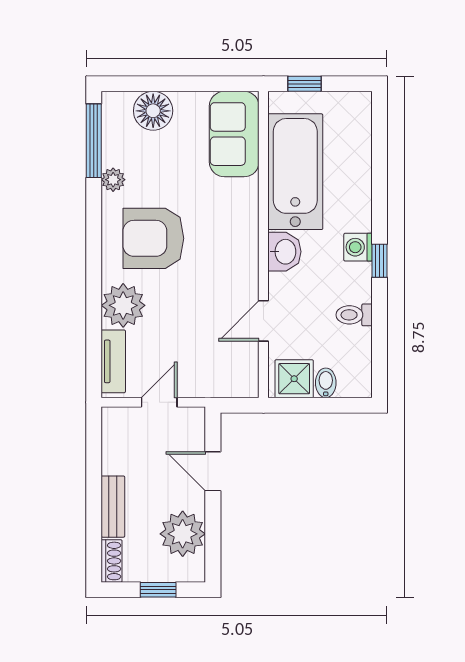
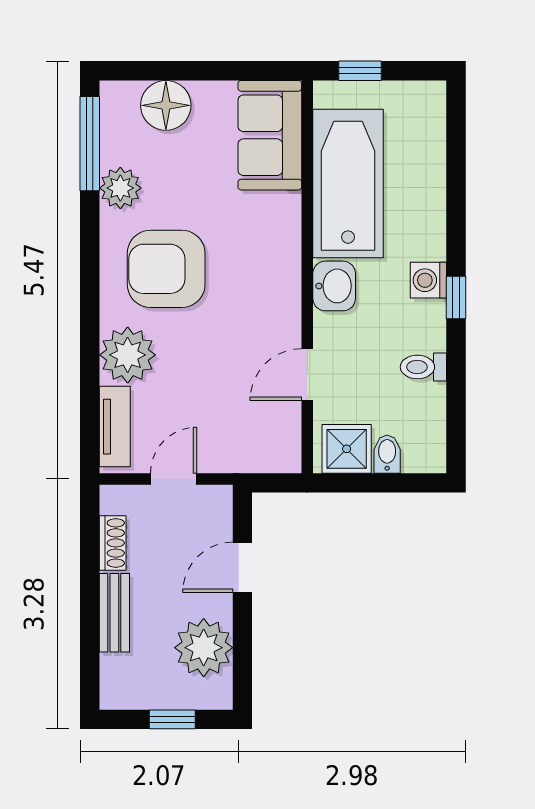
plant: (113, 180) -> (120, 188), width x1.38, depth x1.38
door: (213, 471) -> (242, 567), hinge flipped
shoe rack: (112, 561) -> (113, 543), moved

